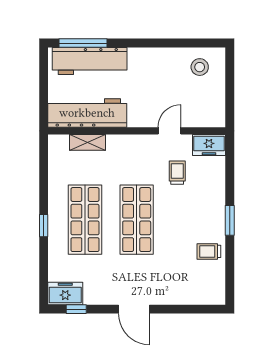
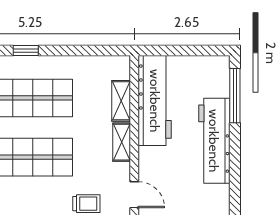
workbench: (90, 61) -> (214, 141), moved
shelving: (124, 142) -> (122, 142), added

